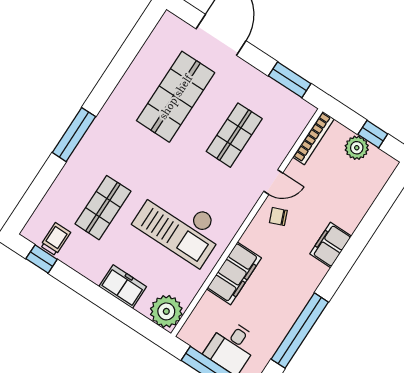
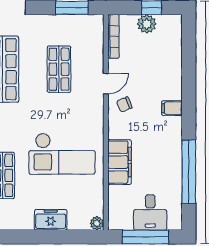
filing cabinet: (331, 245) -> (172, 108), width x0.50
plant: (166, 311) -> (97, 223), width x0.53, depth x0.53

